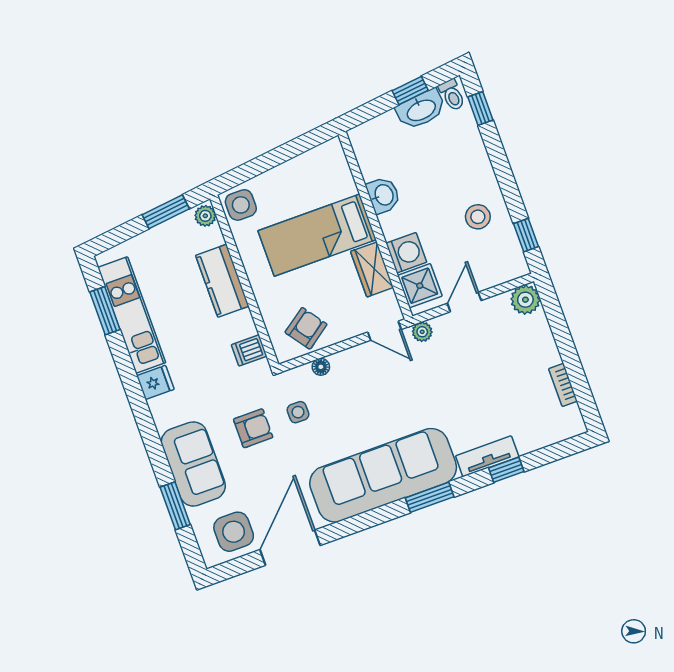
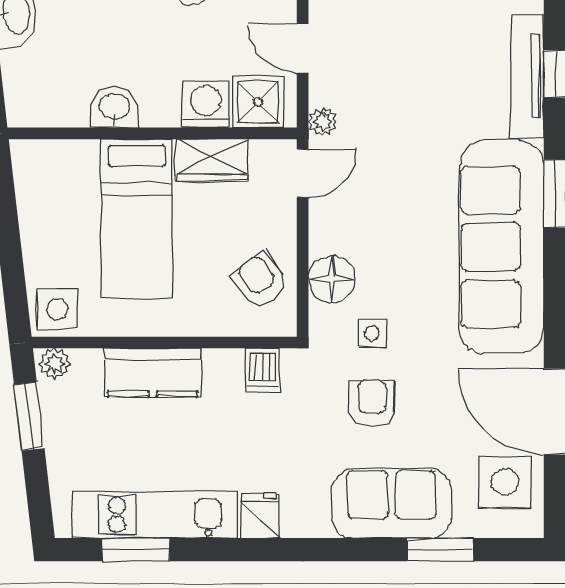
floor lamp: (321, 367) -> (332, 279), width x1.89, depth x1.89
tv unit: (487, 456) -> (527, 76), width x1.41

